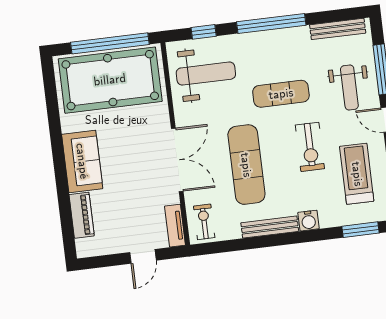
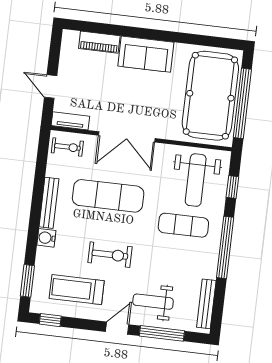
exercise mat: (281, 94) -> (183, 225), moved, turned 90
exercise bike: (310, 147) -> (110, 255), turned 180
treadmill: (357, 174) -> (77, 290), turned 180

